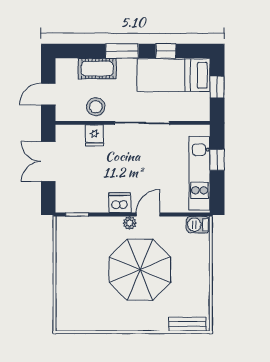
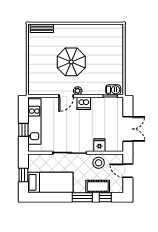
window: (166, 51) -> (105, 197), moved
door: (48, 94) -> (128, 171), swing flipped
barbecue: (198, 225) -> (113, 90), moved
parasol: (140, 270) -> (71, 62), width x0.73, depth x0.73

